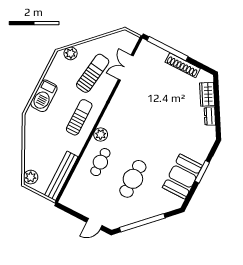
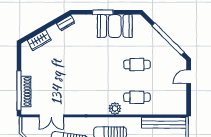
shoe rack: (183, 65) -> (26, 91), moved
dresser: (210, 116) -> (66, 23), moved
cafe table: (133, 179) -> (137, 65), width x0.73, depth x0.74
door: (94, 224) -> (189, 77), swing flipped

